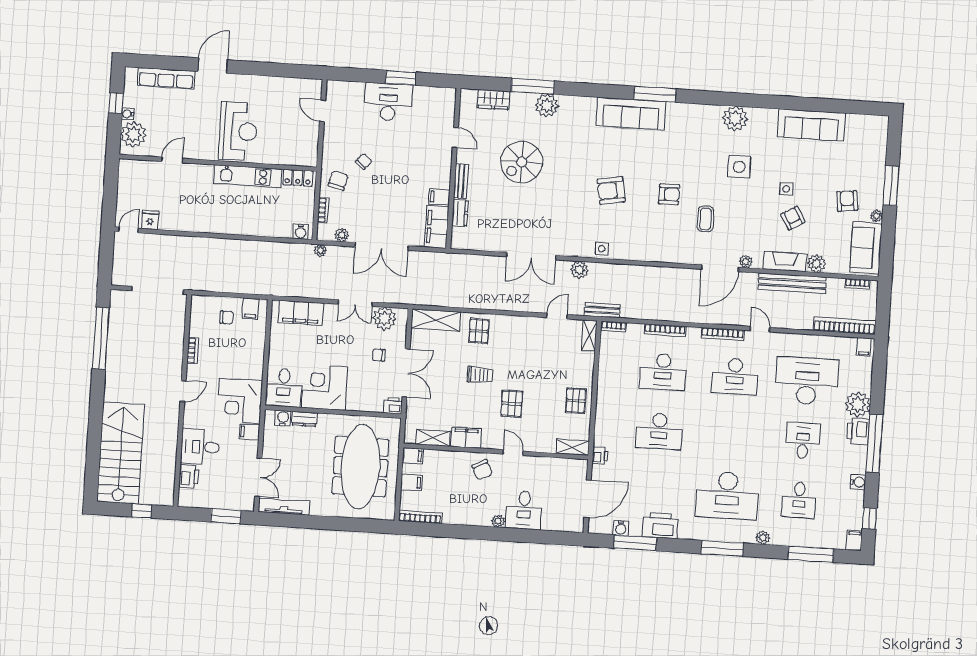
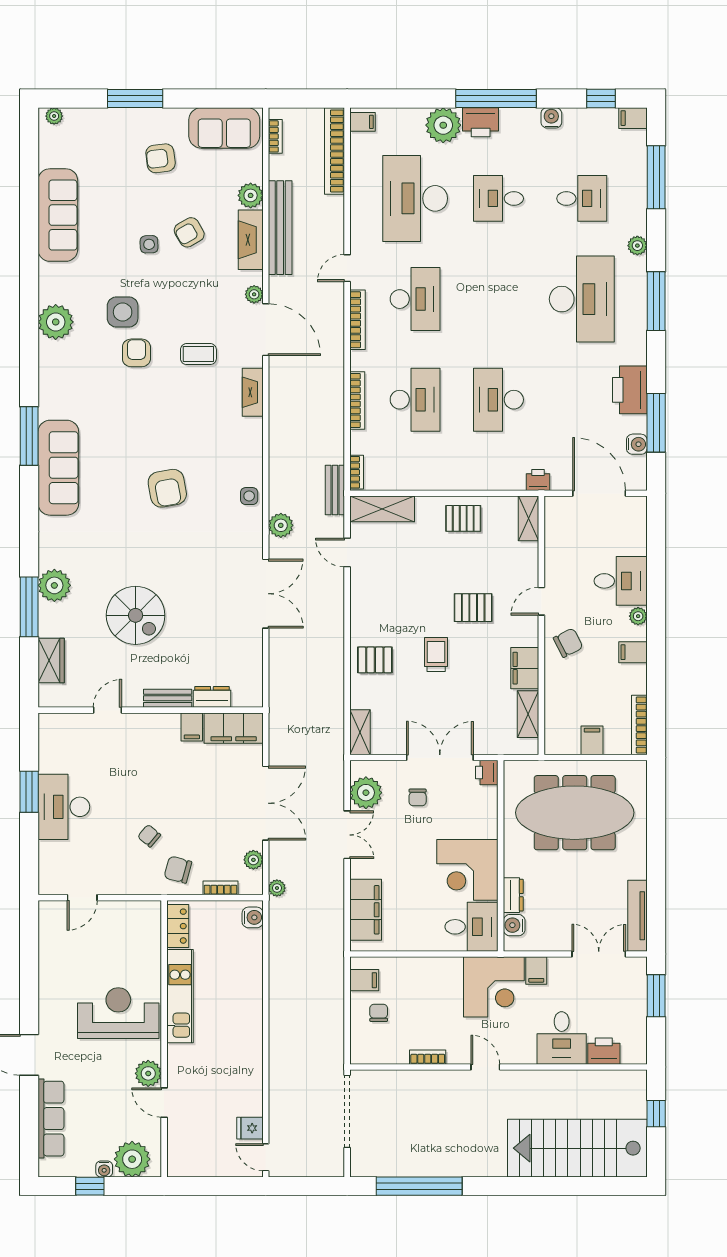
plant: (194, 150) -> (148, 1073), added
armchair: (669, 194) -> (136, 353), moved
plant: (877, 216) -> (54, 116), moved
fireplace: (676, 256) -> (253, 392), added
shelving: (436, 320) -> (360, 732), width x0.67, depth x0.75
shelving: (589, 335) -> (382, 509), width x1.50, depth x1.33
desk: (659, 431) -> (498, 400), turned 180
filing cabinet: (413, 456) -> (633, 652), moved, turned -90

